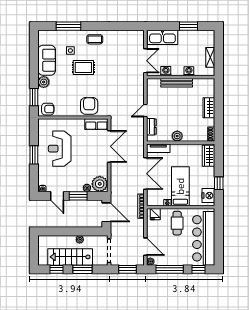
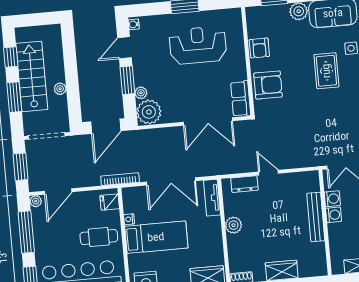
washing machine: (189, 71) -> (334, 215), moved
armchair: (48, 109) -> (259, 48), moved

